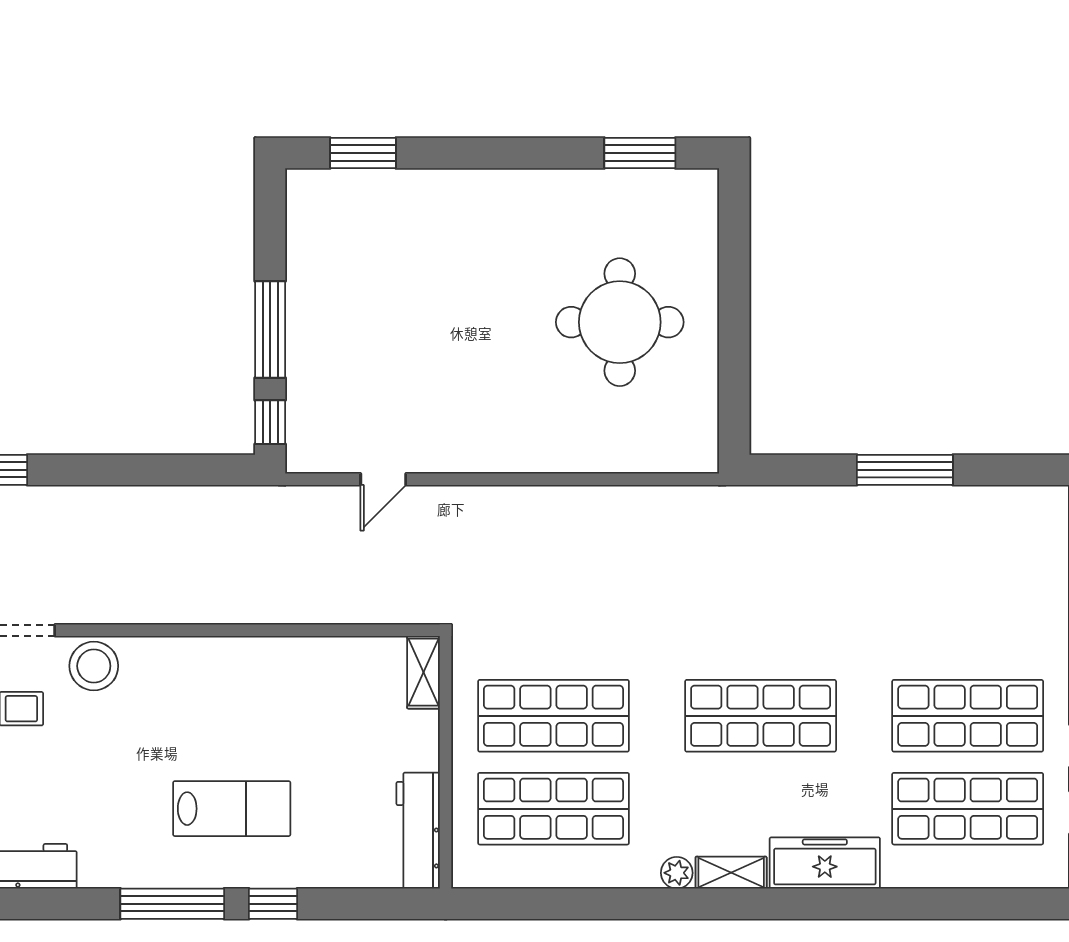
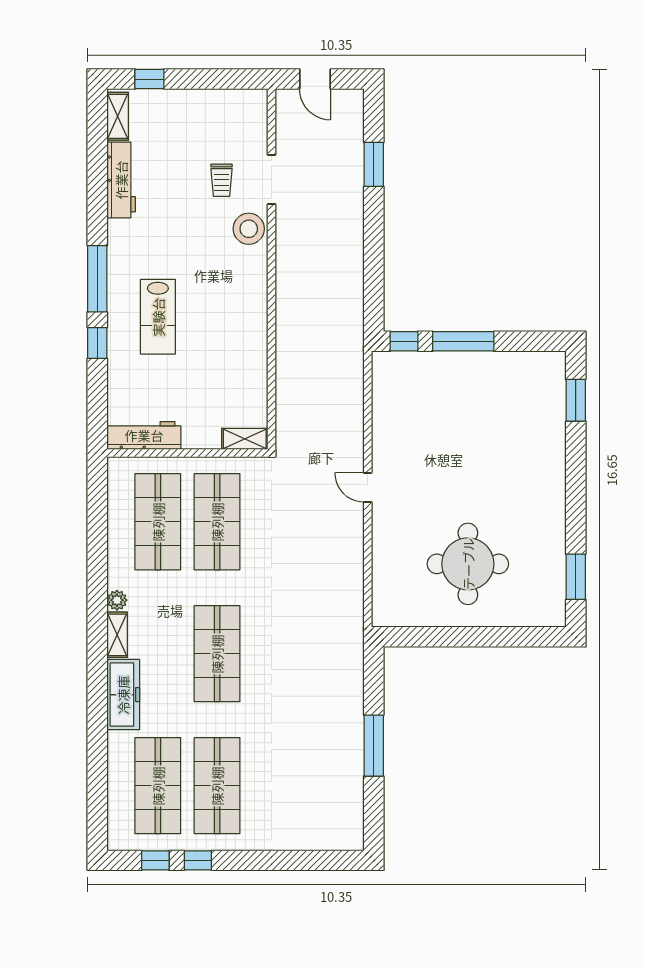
door: (383, 479) -> (368, 488), moved

